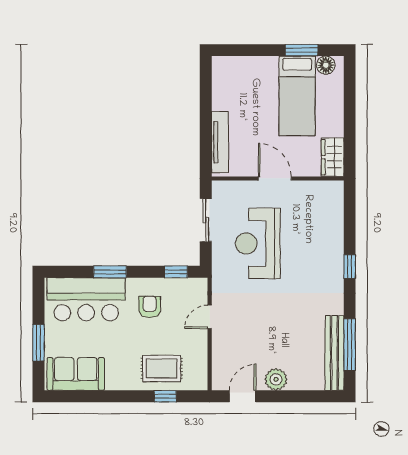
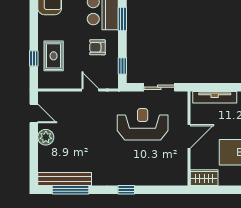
armchair: (150, 307) -> (97, 47), turned 180

